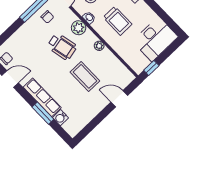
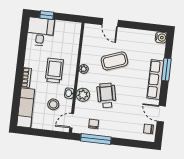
desk: (155, 39) -> (40, 32), width x0.73
window: (151, 68) -> (47, 15), moved
coffee table: (85, 76) -> (114, 61), turned 70
water cooler: (61, 118) -> (161, 37), moved

